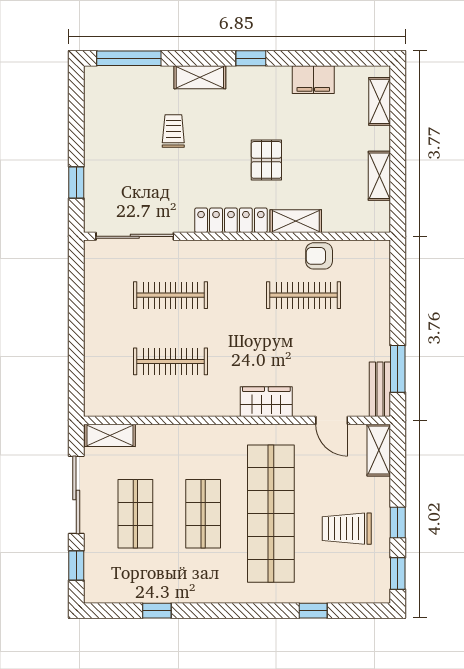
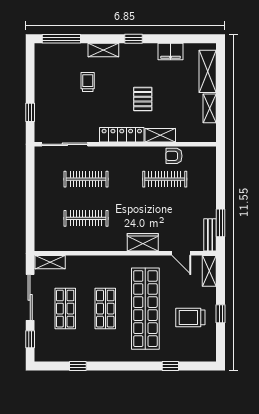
shelving: (380, 101) -> (208, 71), width x1.50, depth x1.33
window: (398, 573) -> (221, 344), removed

